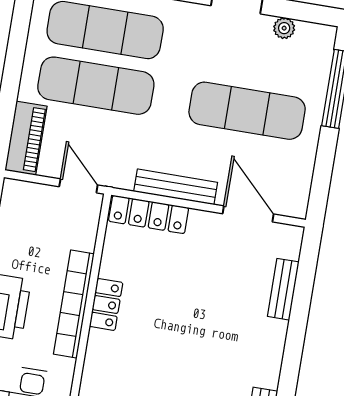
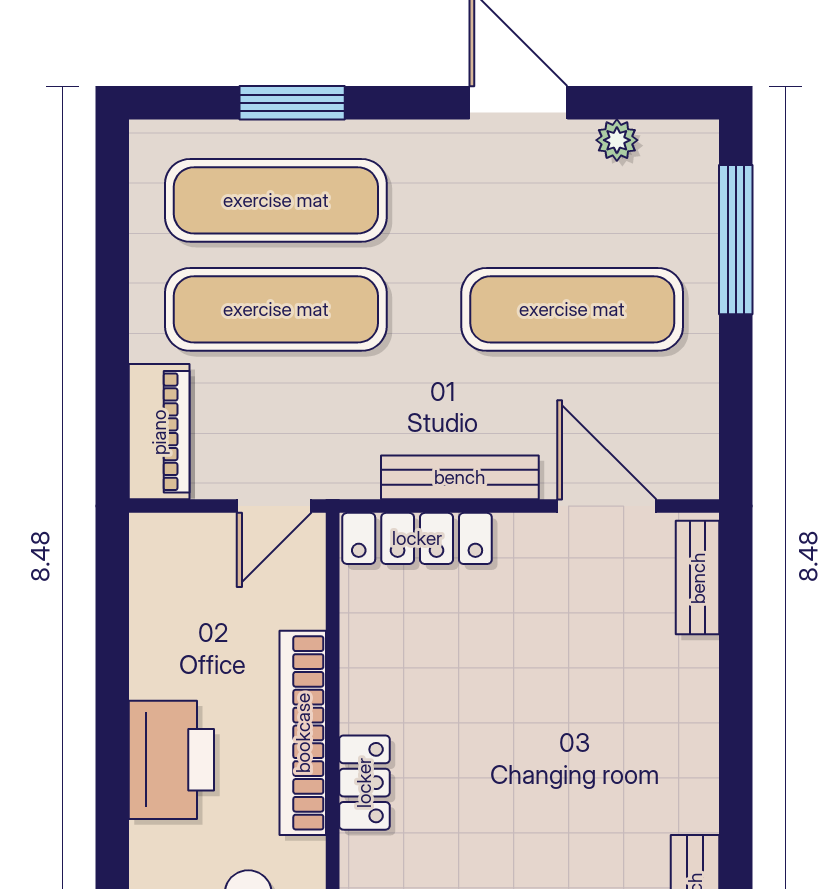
door: (78, 186) -> (274, 506), swing flipped
bench: (283, 289) -> (698, 578), moved
locker: (106, 304) -> (364, 783), moved

